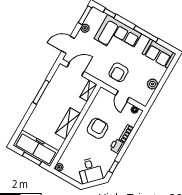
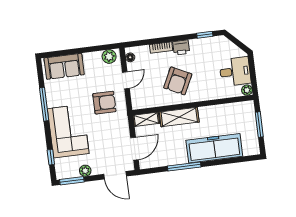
sofa: (159, 54) -> (64, 66), moved, turned 90
door: (76, 69) -> (135, 149), swing flipped
plant: (152, 84) -> (109, 57), moved
shelving: (68, 123) -> (179, 117), moved
armchair: (97, 128) -> (178, 81), turned -64
freezer: (36, 148) -> (214, 148), moved, turned 90
desk: (90, 170) -> (235, 72), moved, turned 45

